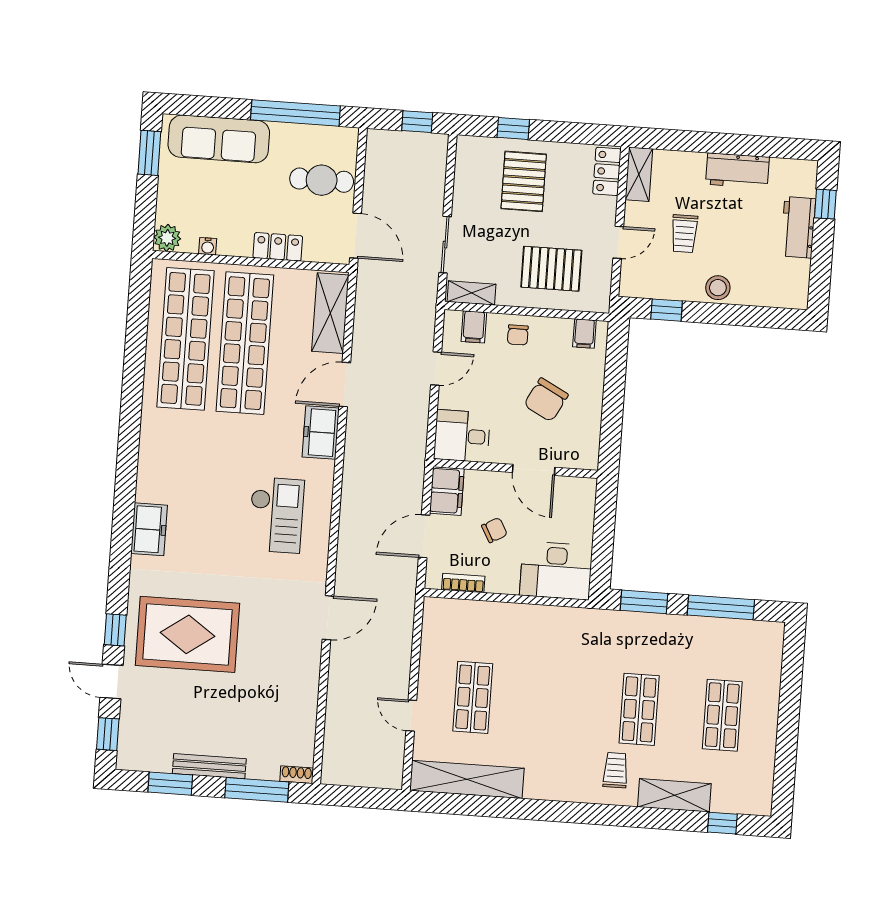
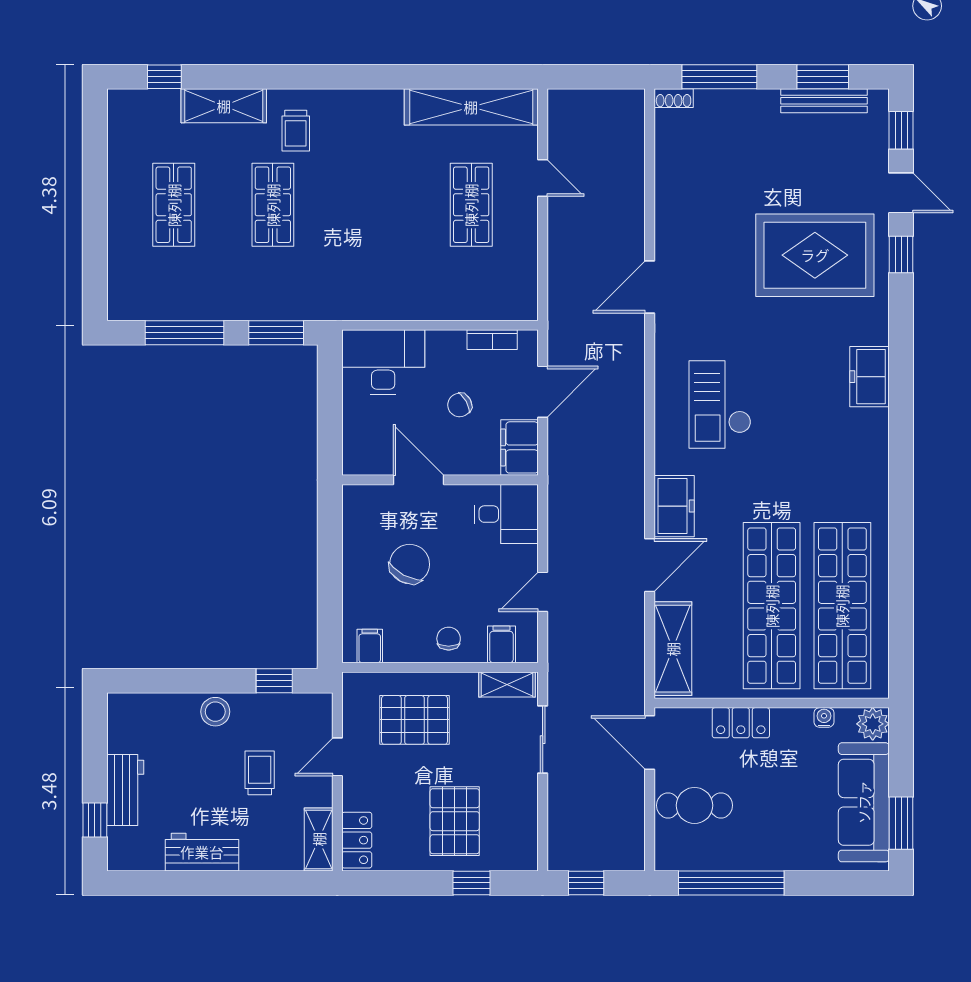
sofa: (219, 139) -> (864, 802), moved, turned -90
bench: (209, 766) -> (824, 101), moved

